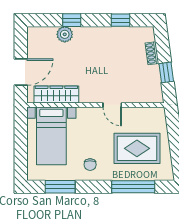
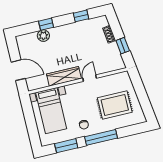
door: (21, 72) -> (18, 70), hinge flipped
wardrobe: (56, 95) -> (64, 76), moved
door: (112, 105) -> (90, 78), swing flipped
window: (133, 187) -> (101, 137), moved

